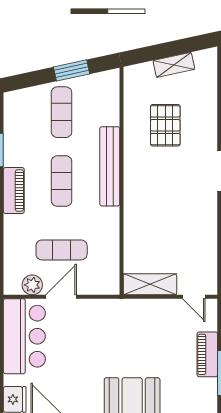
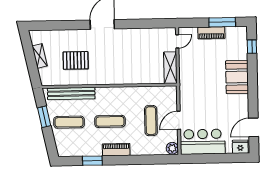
bench: (110, 166) -> (71, 93), moved
plant: (32, 285) -> (172, 148), moved
door: (61, 297) -> (179, 120), hinge flipped

